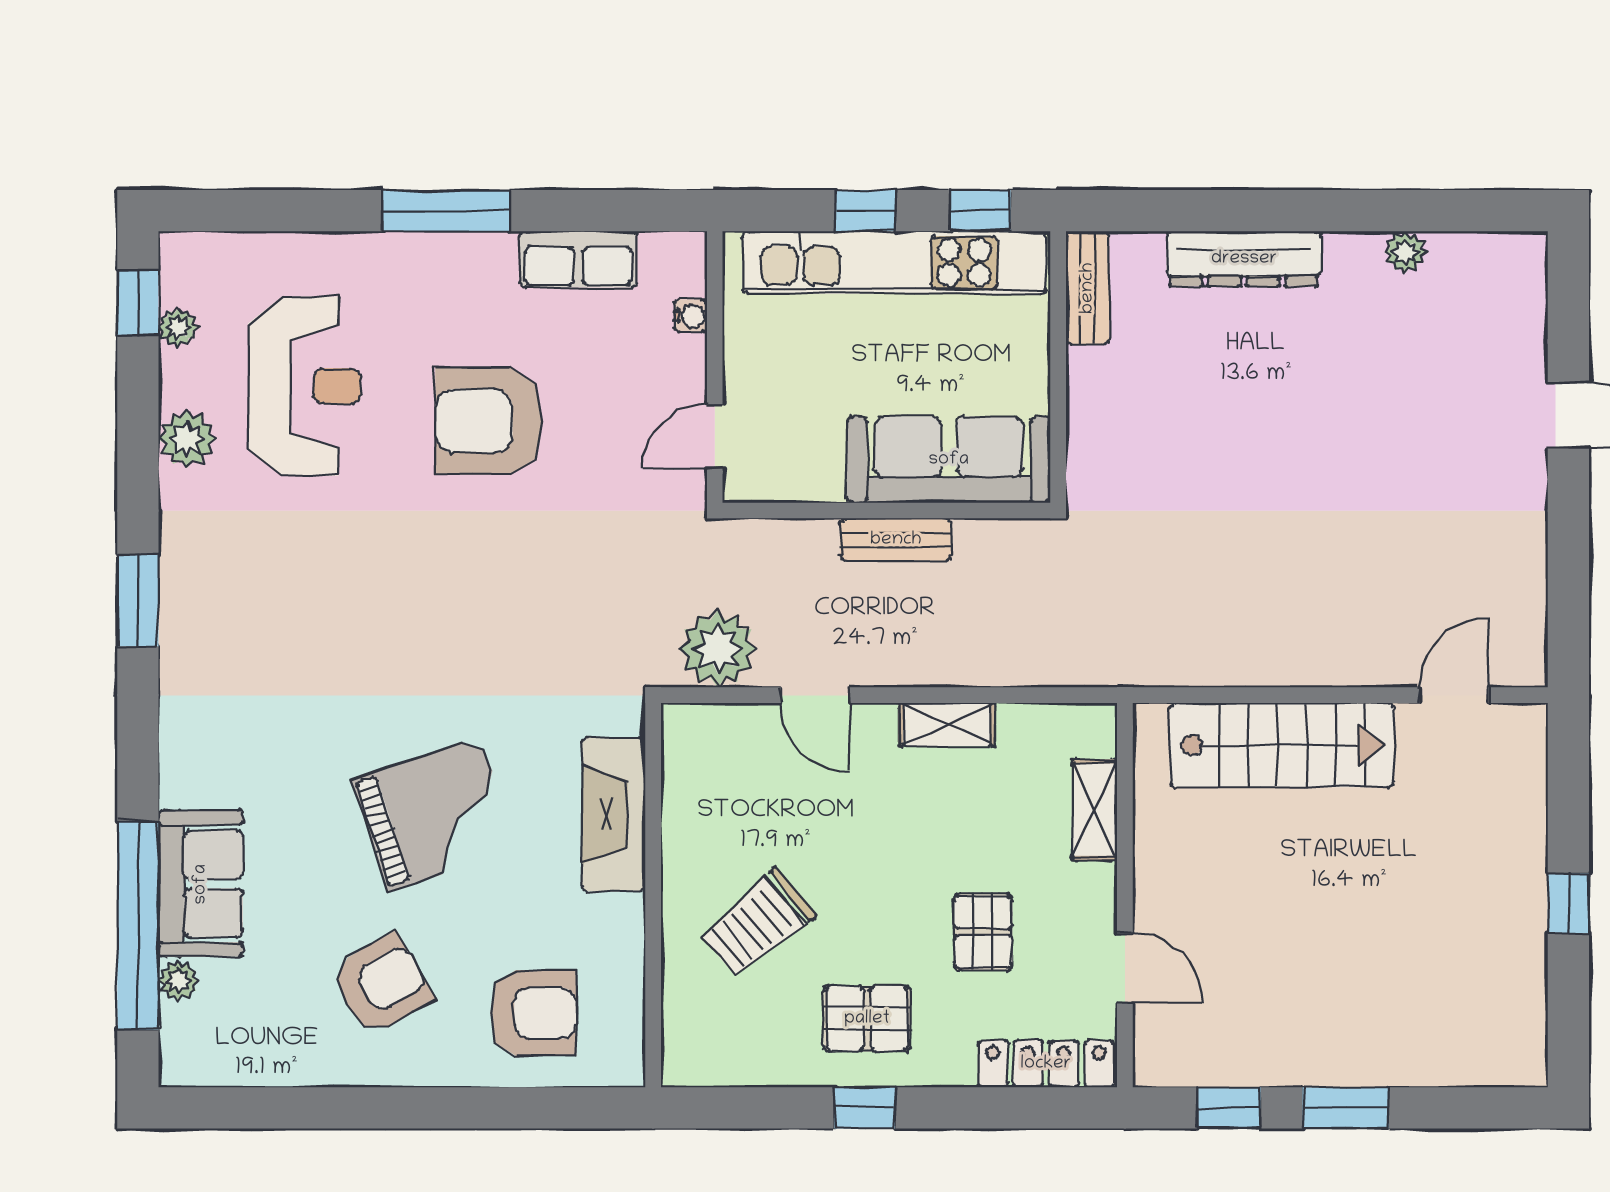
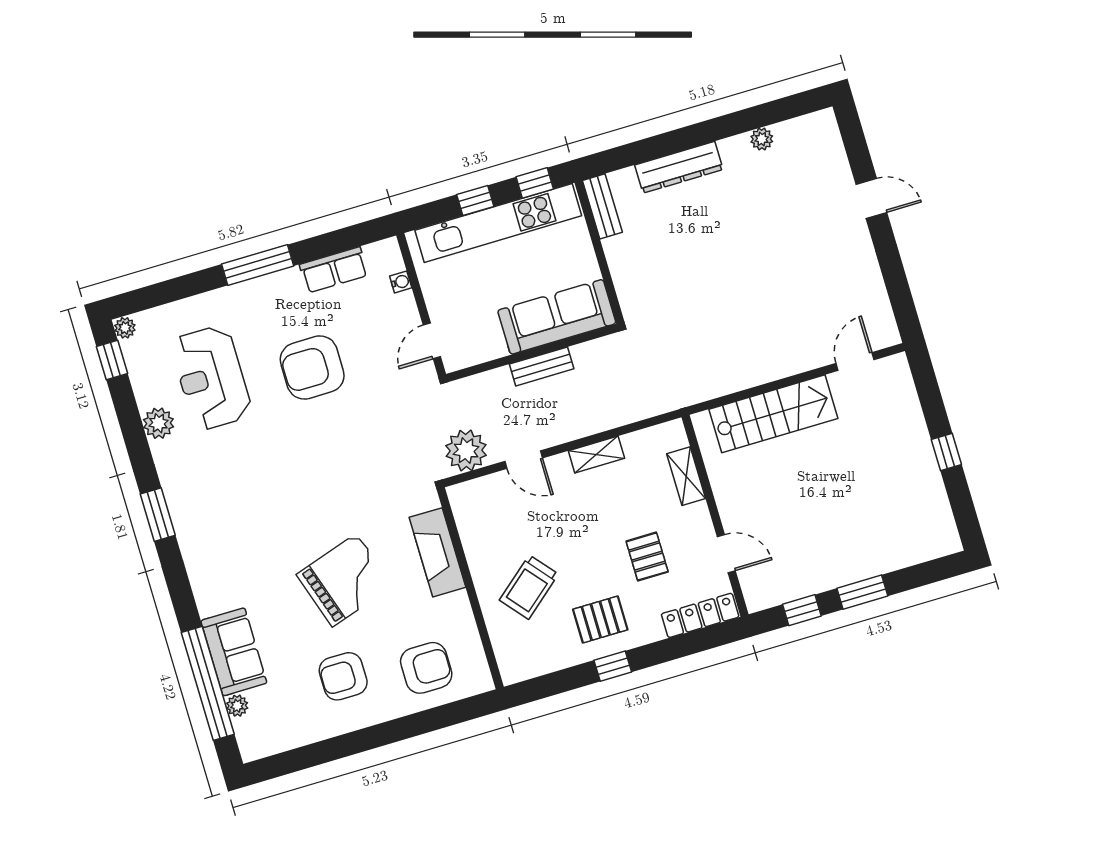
plant: (178, 328) -> (125, 328), moved
reception desk: (305, 386) -> (211, 378), turned 180
armchair: (382, 984) -> (343, 676), turned -150

